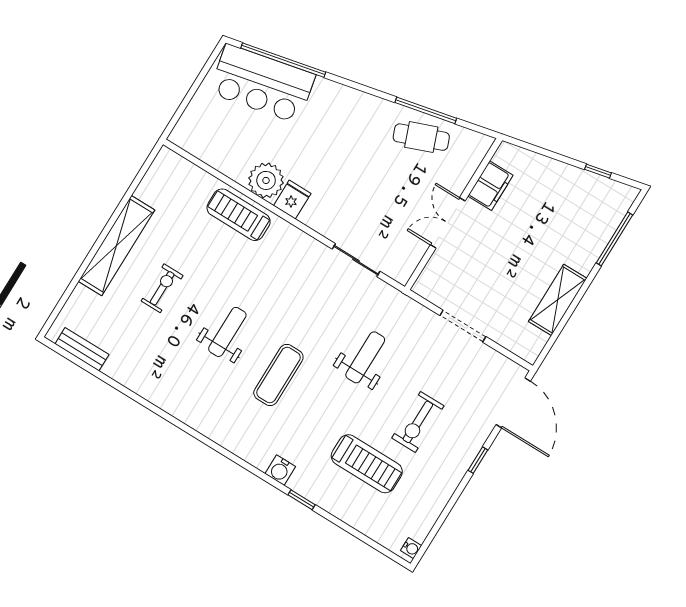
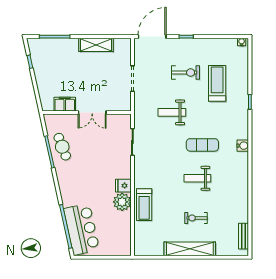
water cooler: (280, 470) -> (243, 146), moved

